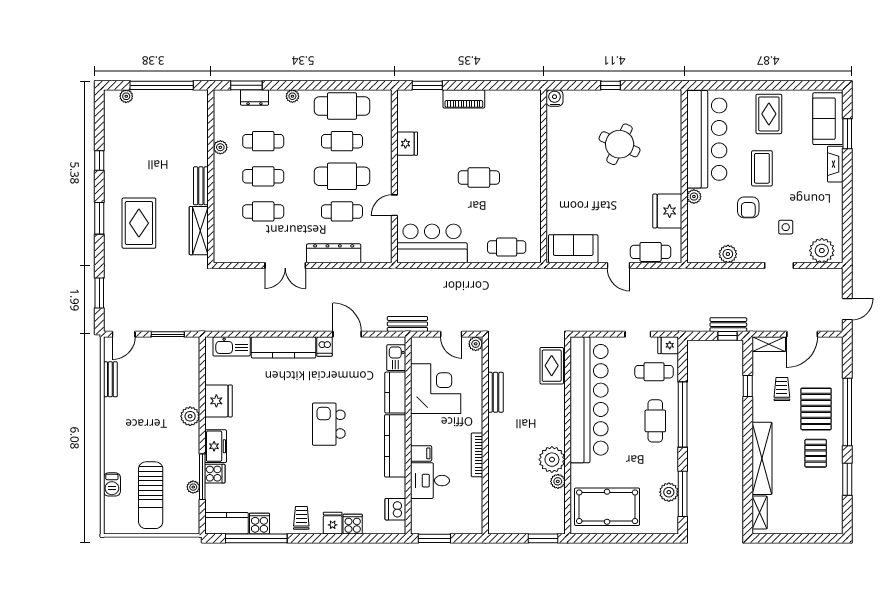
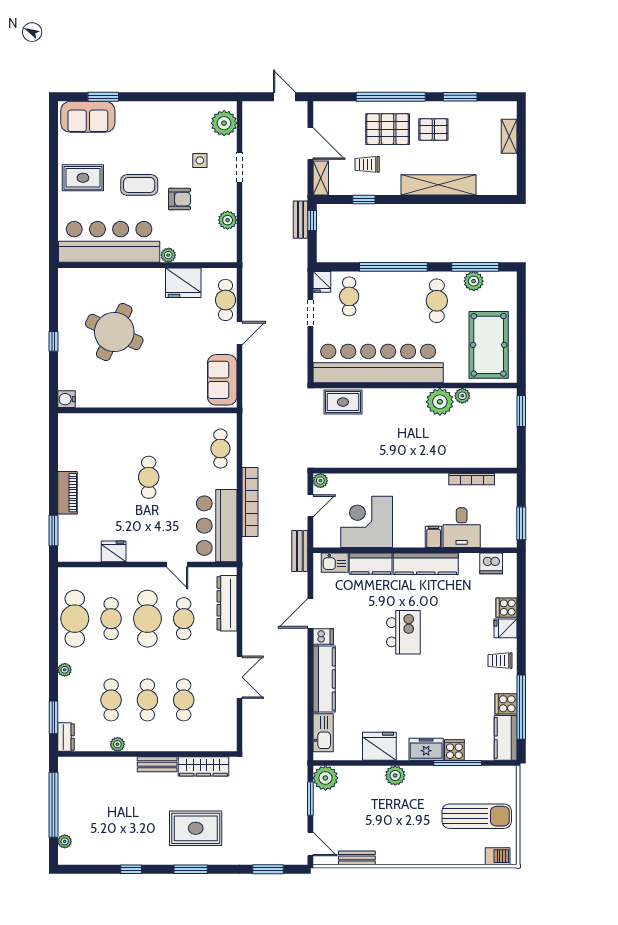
dresser: (254, 98) -> (66, 737), moved
round table: (620, 144) -> (114, 332), width x1.36, depth x1.36
fireplace: (835, 164) -> (135, 109), removed
dresser: (334, 253) -> (227, 603), moved
bookcase: (455, 276) -> (250, 502), added
bench: (496, 392) -> (370, 460), removed
cafe table: (655, 421) -> (437, 301), moved, turned 90
kitchen island: (329, 424) -> (403, 632), turned -90
bookcase: (477, 455) -> (472, 479), moved
barbecue: (112, 484) -> (498, 856), moved
plant: (193, 487) -> (325, 778), moved, width x1.87, depth x1.87
shelving: (760, 513) -> (509, 136), moved, turned 90

